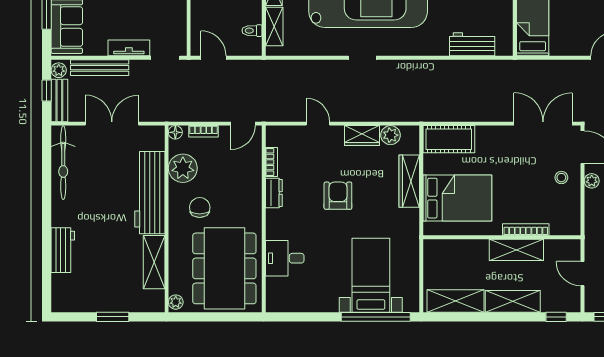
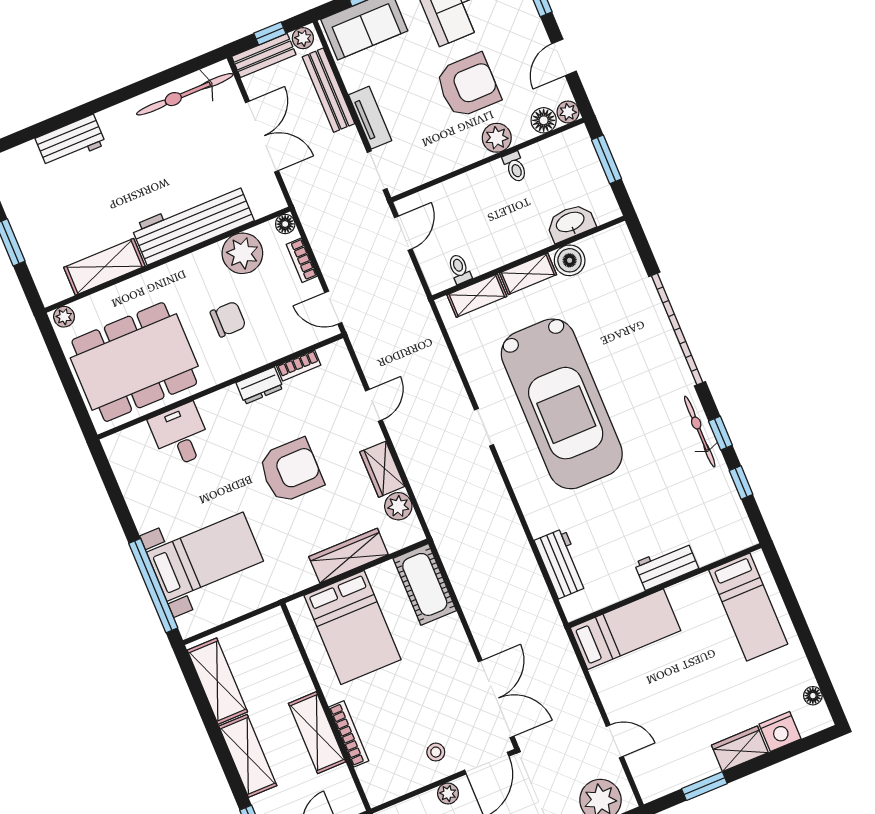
armchair: (338, 196) -> (291, 471), width x1.36, depth x1.36
chair: (200, 207) -> (228, 319), moved

